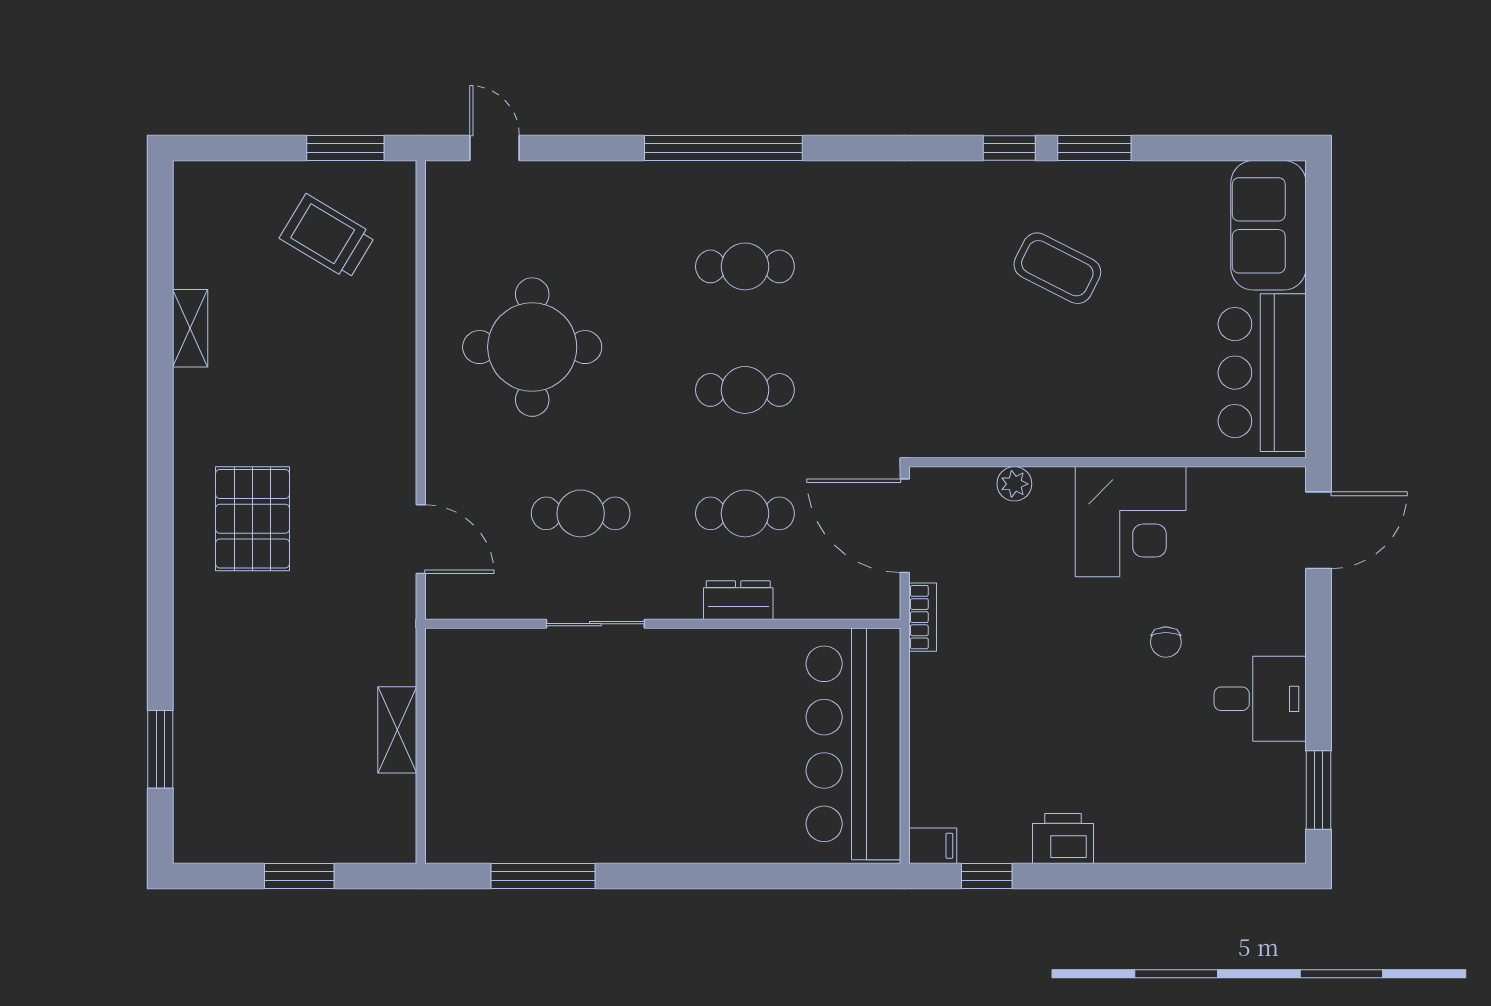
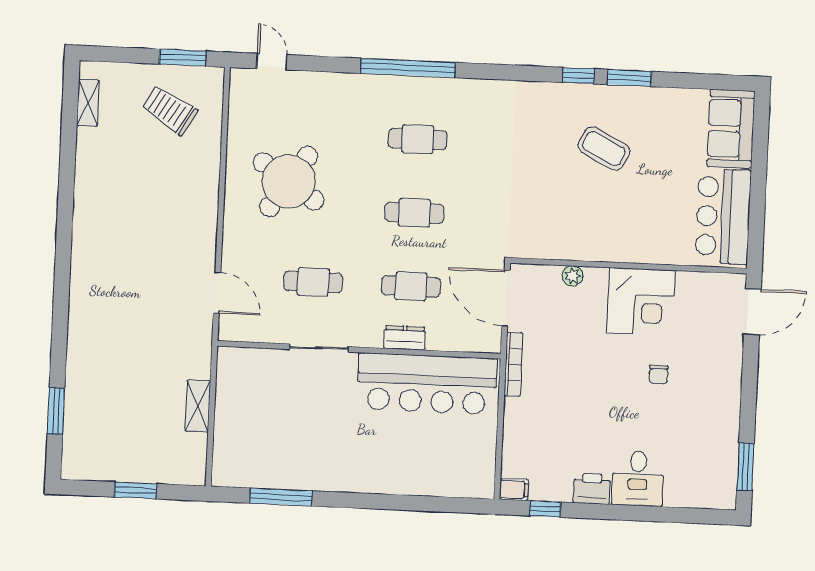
shelving: (190, 328) -> (88, 103), moved
round table: (532, 347) -> (289, 181), turned 34
pallet: (252, 519) -> (117, 276), removed
bookcase: (923, 617) -> (514, 364), width x1.56
desk: (1260, 699) -> (638, 478), moved, turned 90
bar counter: (853, 744) -> (427, 384), moved, turned -90

